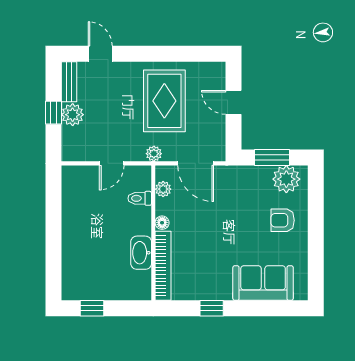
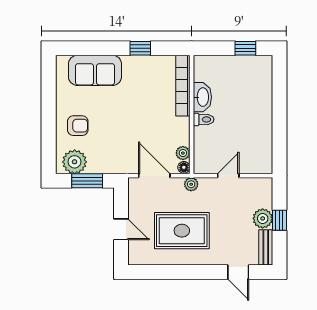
rug: (164, 101) -> (182, 231), turned 90
toilet: (140, 198) -> (204, 119), moved
floor lamp: (162, 223) -> (184, 167), moved

